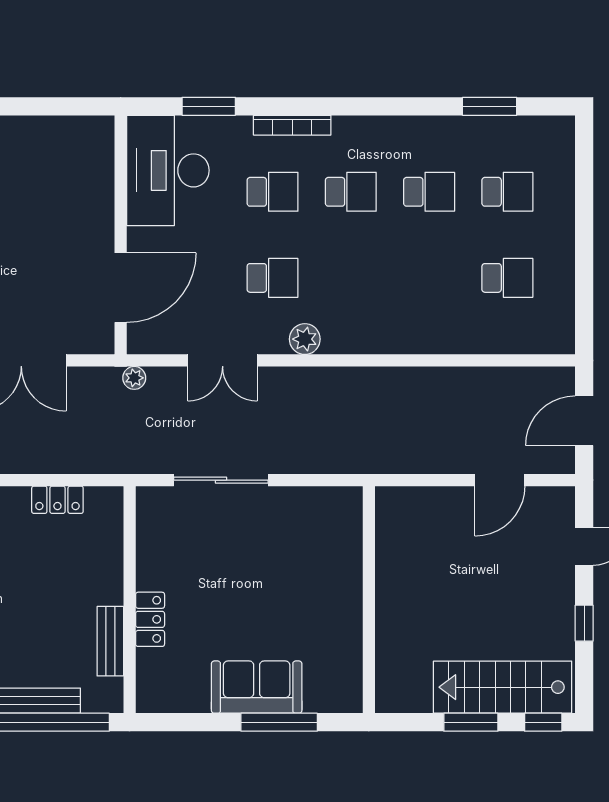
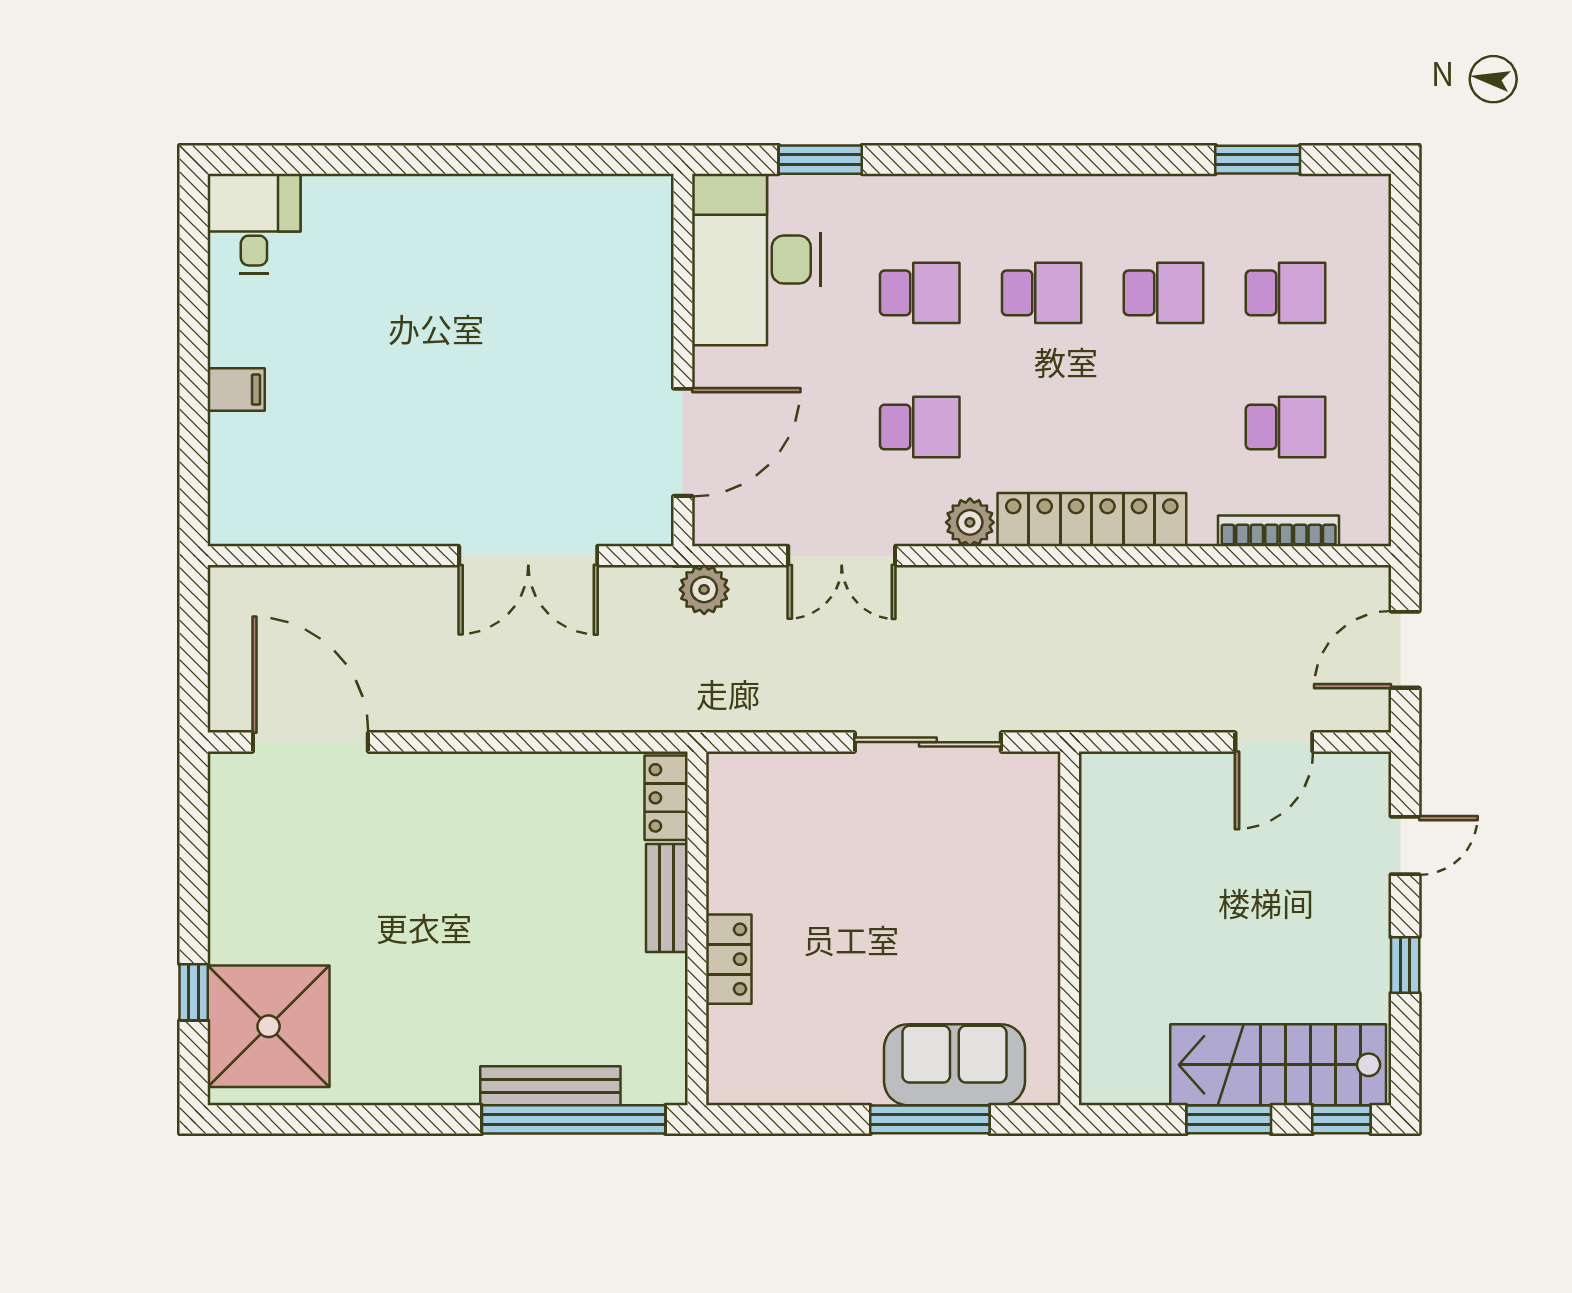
bookcase: (292, 125) -> (1279, 531), moved, turned 180
locker: (383, 337) -> (1092, 520), added
plant: (134, 378) -> (704, 590), width x1.38, depth x1.38
sliding door: (221, 480) -> (928, 742), moved
locker: (57, 500) -> (666, 798), moved, turned 90
bench: (110, 641) -> (667, 898), moved
sofa: (257, 687) -> (954, 1065), moved

